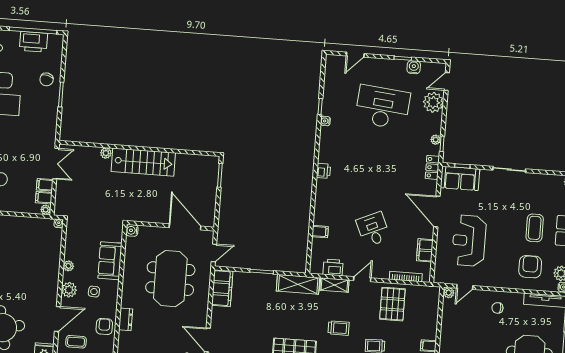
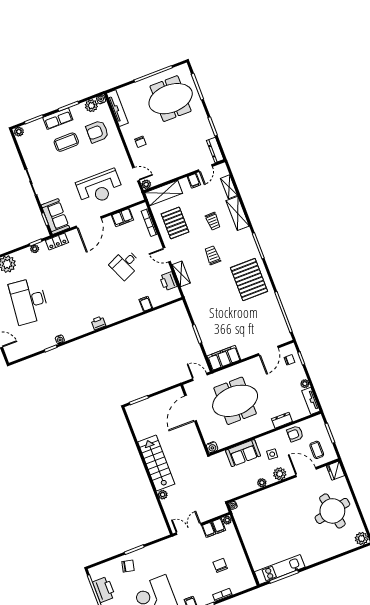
shelving: (298, 284) -> (164, 193), moved, turned 90
pallet: (392, 304) -> (175, 223), turned 90

